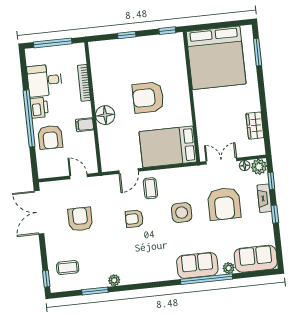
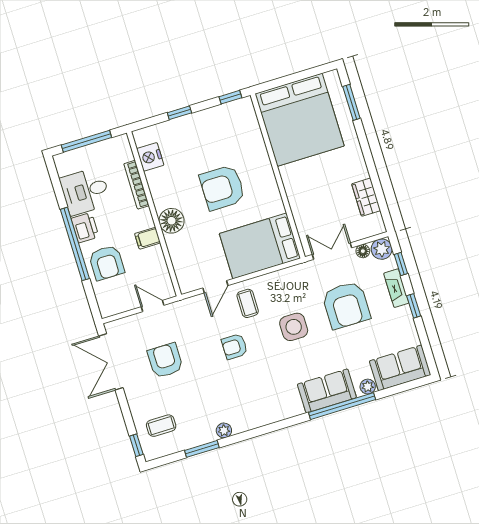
nightstand: (98, 64) -> (150, 157), added

